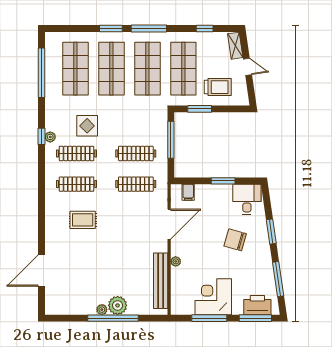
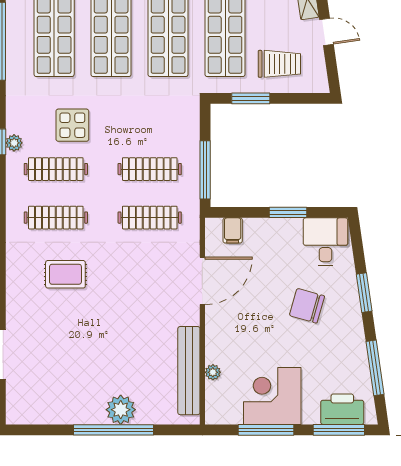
window: (171, 140) -> (205, 170), moved
plant: (176, 261) -> (213, 372), moved
plant: (102, 310) -> (96, 416), removed

